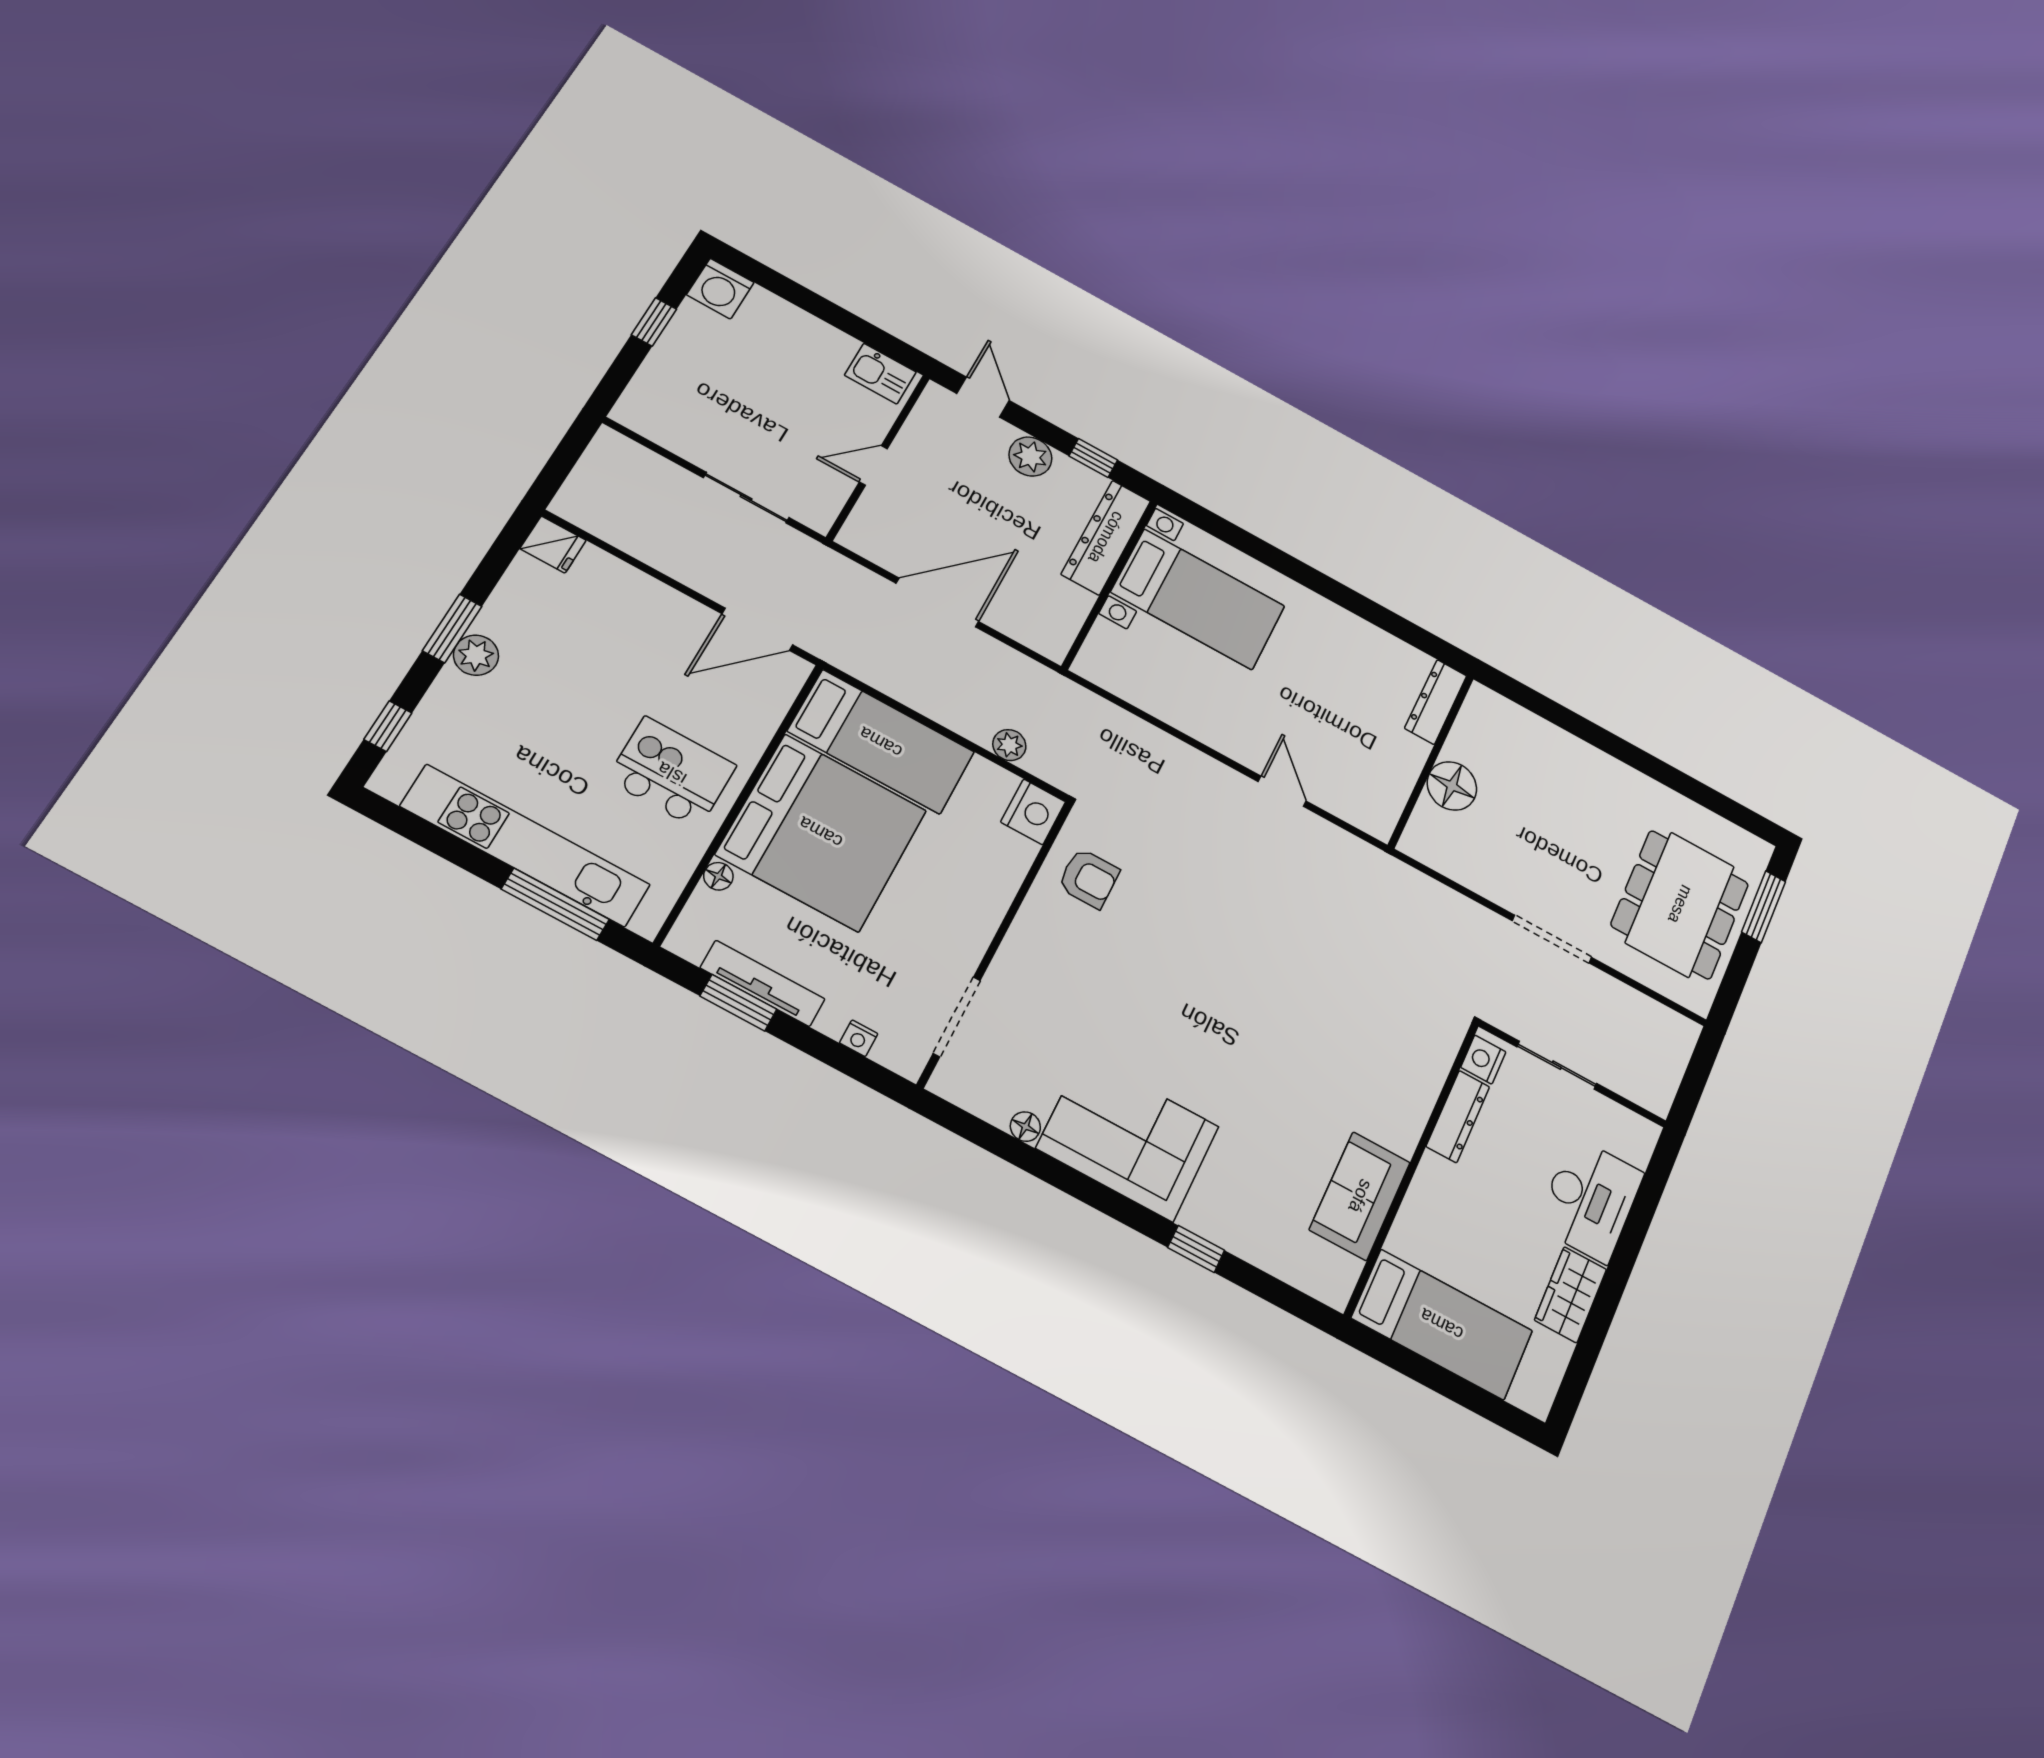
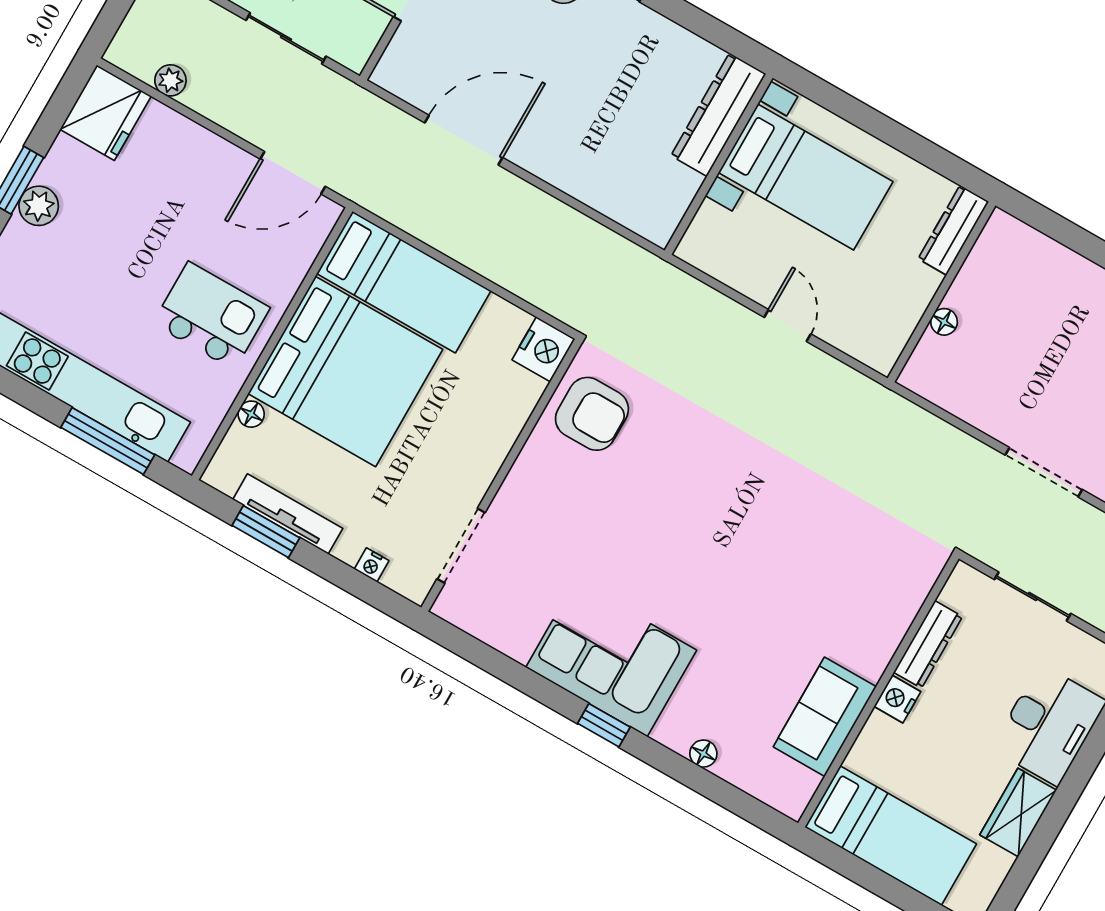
dresser: (1106, 537) -> (718, 115), moved
fridge: (553, 545) -> (106, 113), width x1.88, depth x1.34
wall: (1110, 584) -> (719, 164), moved
bed with nightstands: (1198, 599) -> (806, 177), moved
plant: (1009, 745) -> (170, 80), moved
floor lamp: (1452, 786) -> (944, 322), width x0.53, depth x0.53
armchair: (1089, 878) -> (592, 414), width x1.38, depth x1.38
nightstand: (1483, 1060) -> (897, 699), moved
floor lamp: (1025, 1127) -> (703, 754), moved
window: (1196, 1249) -> (604, 725), moved

